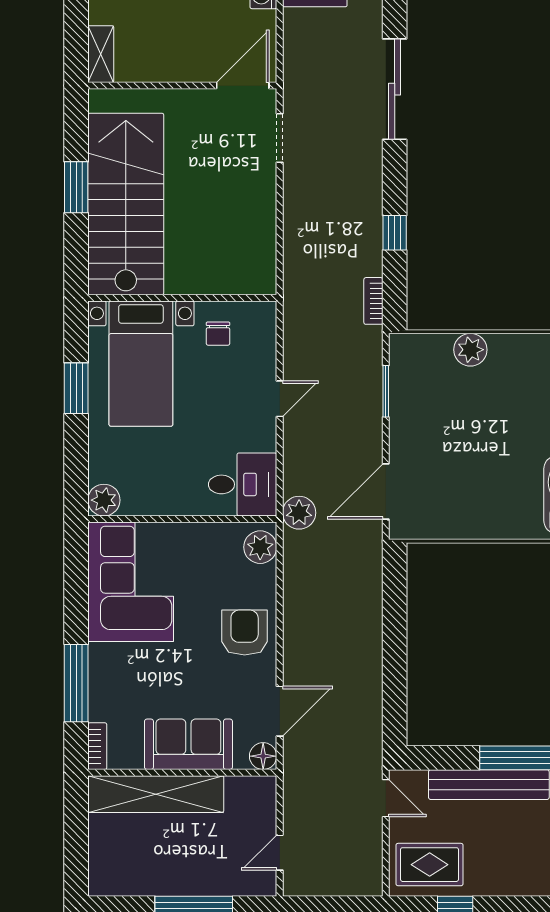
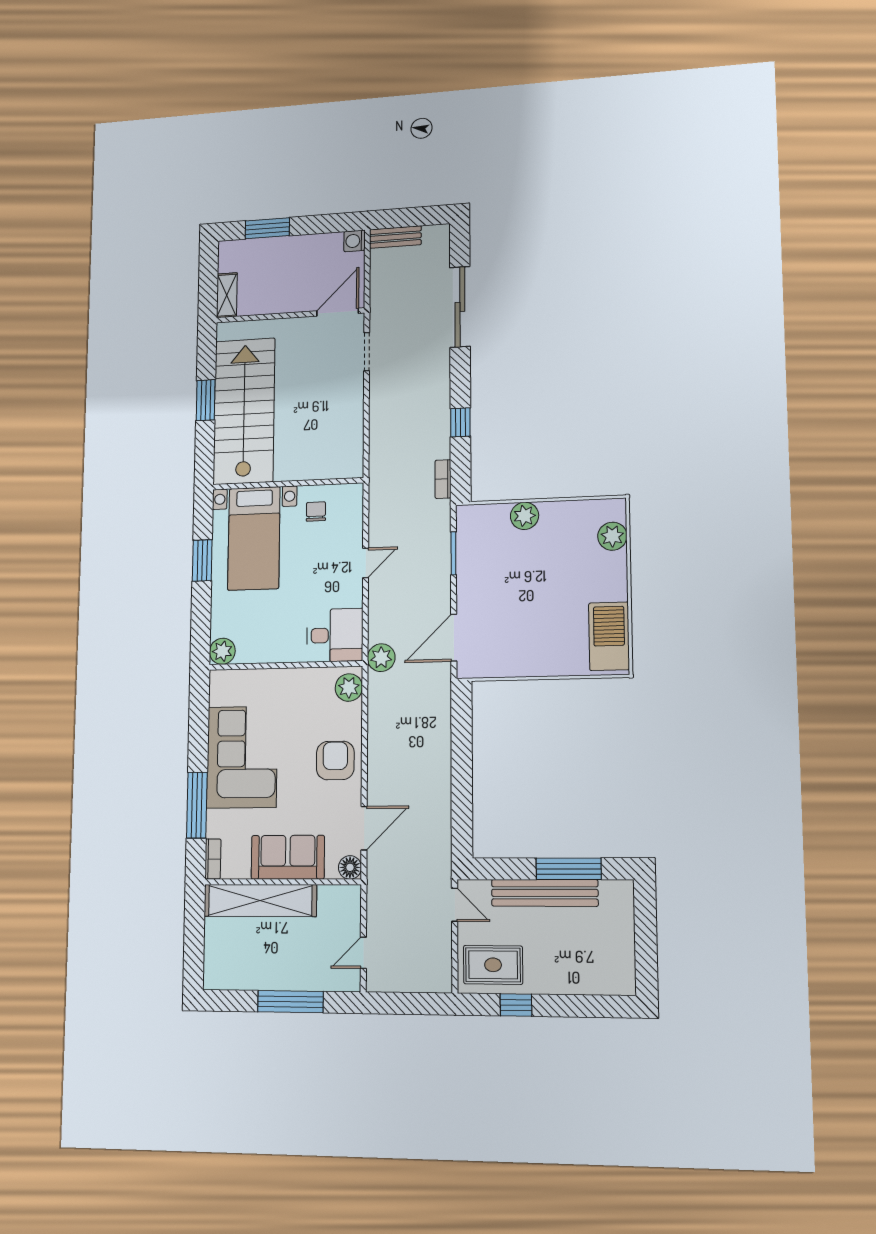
chair: (218, 334) -> (316, 511), turned 180
corner sofa: (131, 582) -> (242, 757), moved

